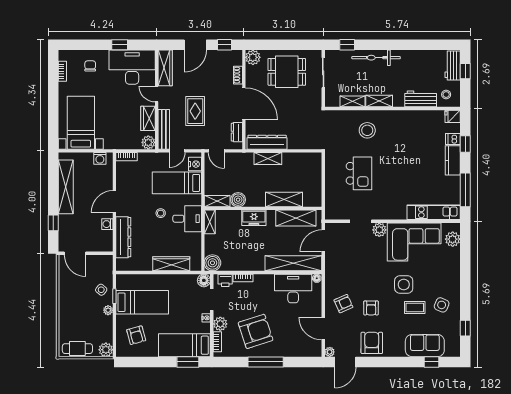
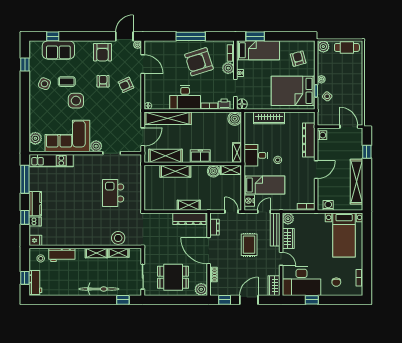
wardrobe: (165, 68) -> (274, 286), width x0.67
stool: (367, 130) -> (118, 238), moved
washing machine: (107, 224) -> (322, 135), moved
desk: (293, 288) -> (185, 97), moved
bed: (142, 302) -> (293, 91), width x1.50

